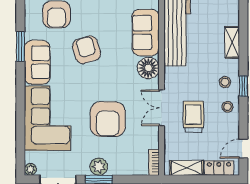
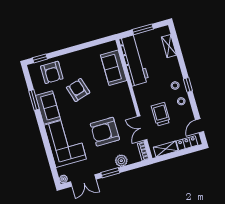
shelving: (232, 42) -> (169, 46), moved
floor lamp: (148, 68) -> (122, 90), removed
double door: (162, 108) -> (142, 128), moved
armchair: (108, 119) -> (105, 132), turned 90
plant: (99, 167) -> (121, 161), moved

